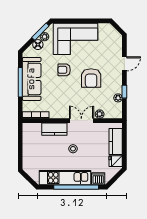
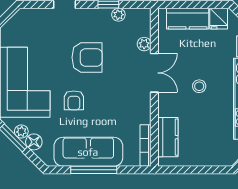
double door: (81, 121) -> (154, 73), swing flipped
kitchen counter: (54, 129) -> (168, 137), moved

